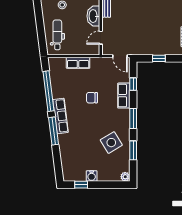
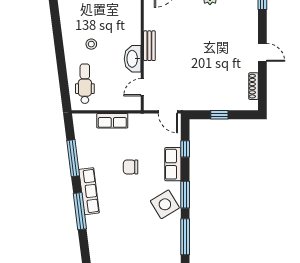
window: (48, 91) -> (73, 158), width x0.68
side table: (111, 143) -> (165, 204), moved
window: (133, 150) -> (185, 237), width x1.44

